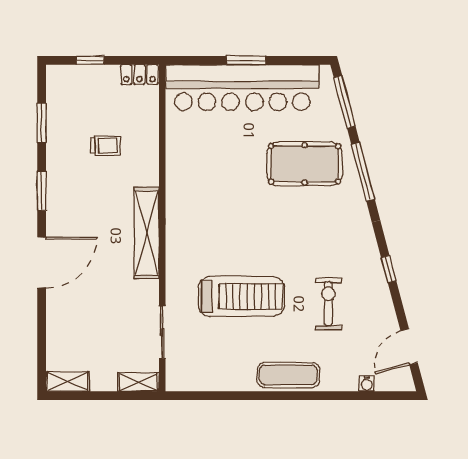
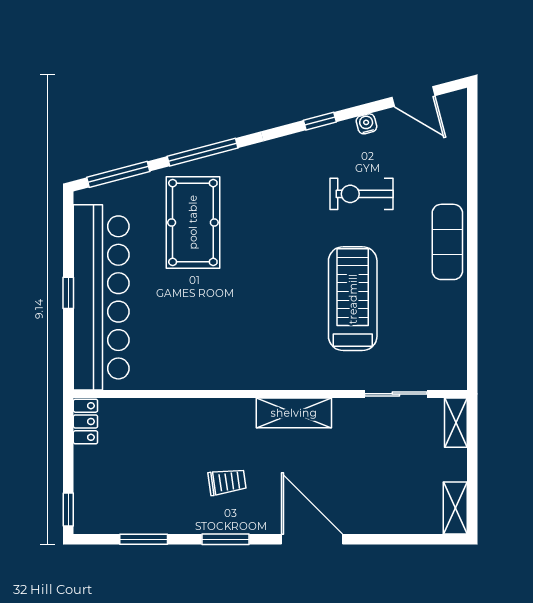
window: (90, 60) -> (68, 509), moved
window: (246, 60) -> (68, 293), width x0.67
trolley: (106, 146) -> (227, 482), moved, turned 82
shelving: (147, 233) -> (294, 413), width x0.68
water cooler: (367, 384) -> (366, 124), moved, turned -105

